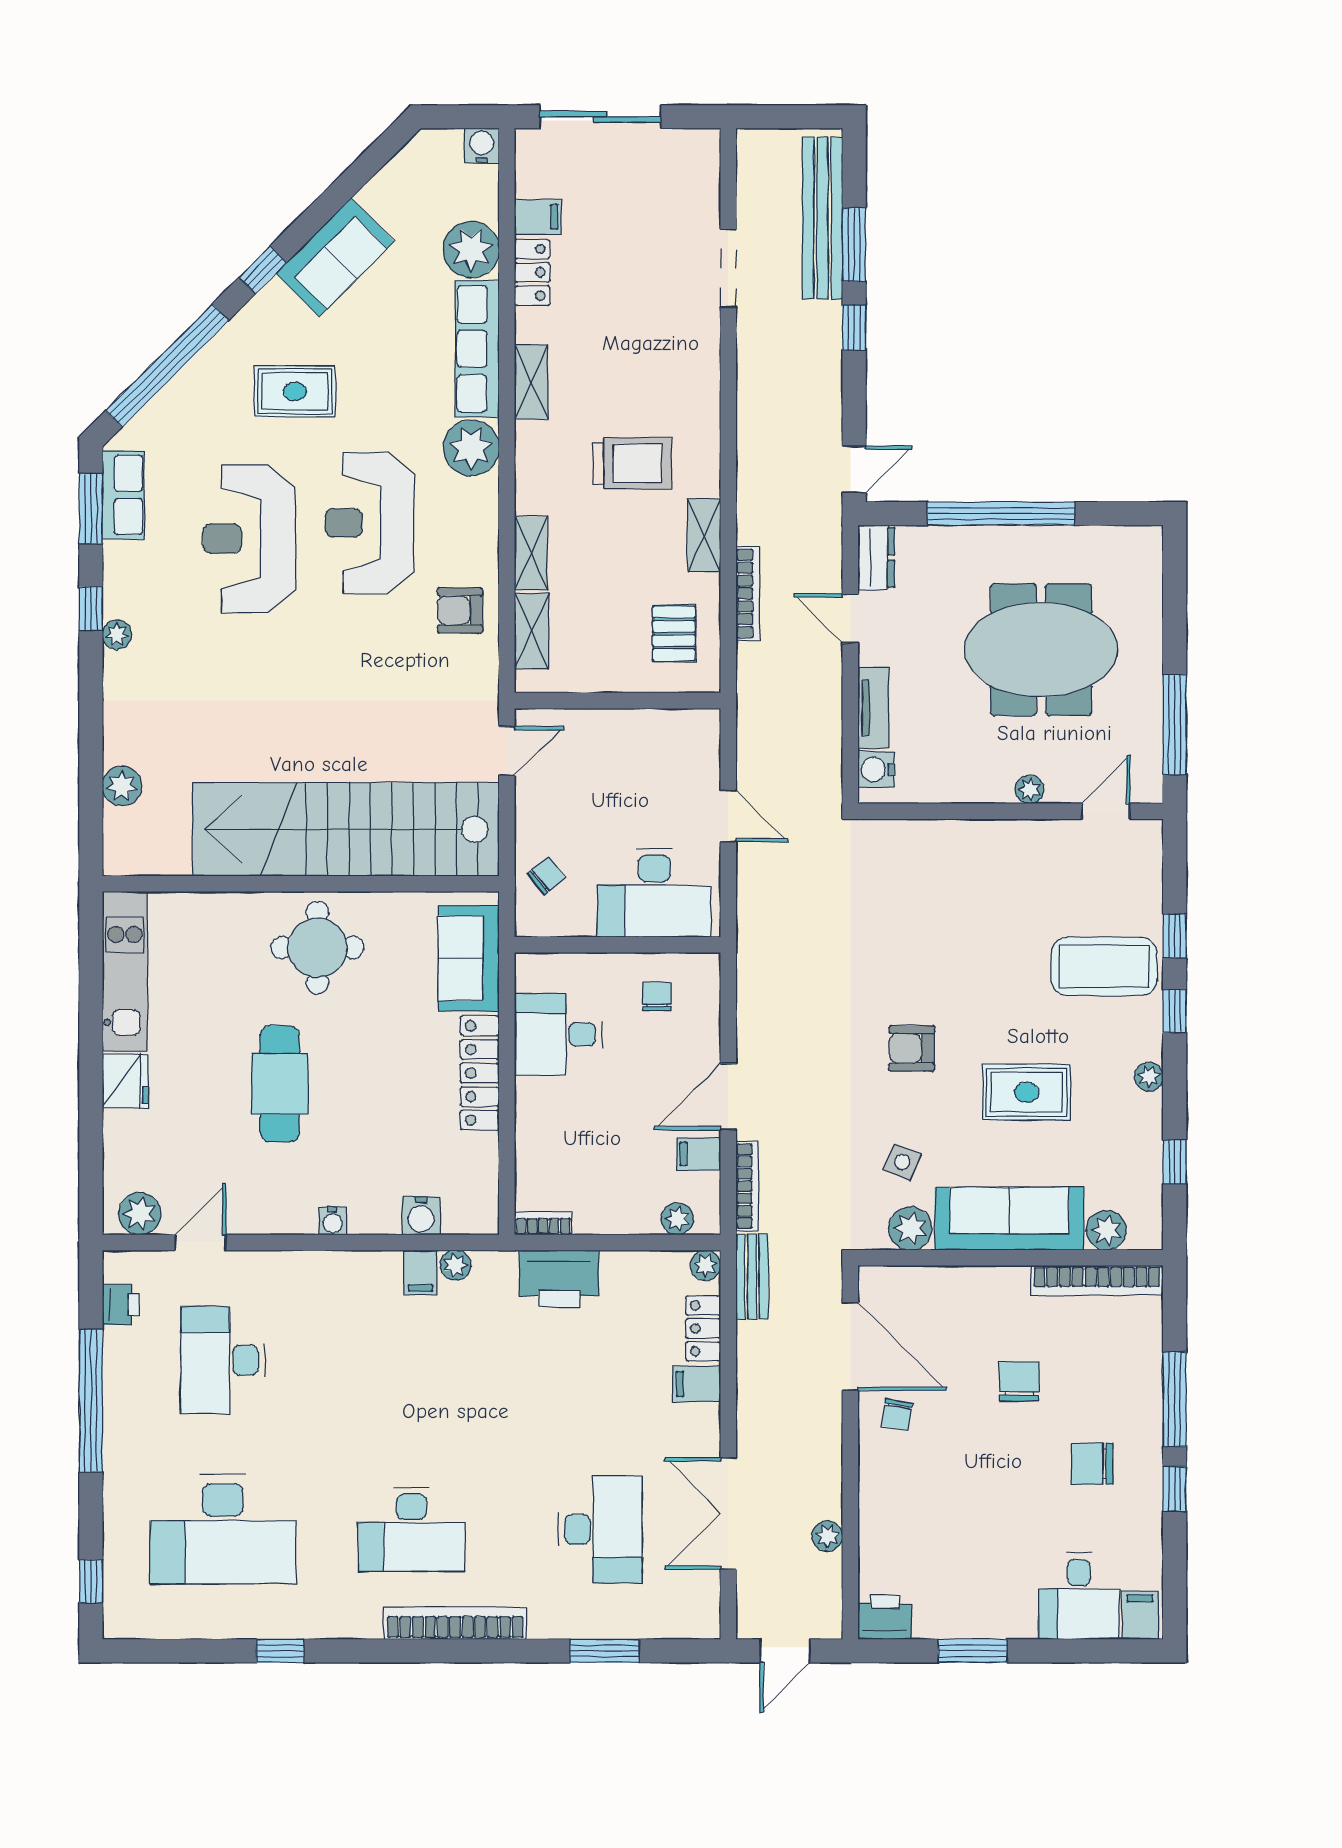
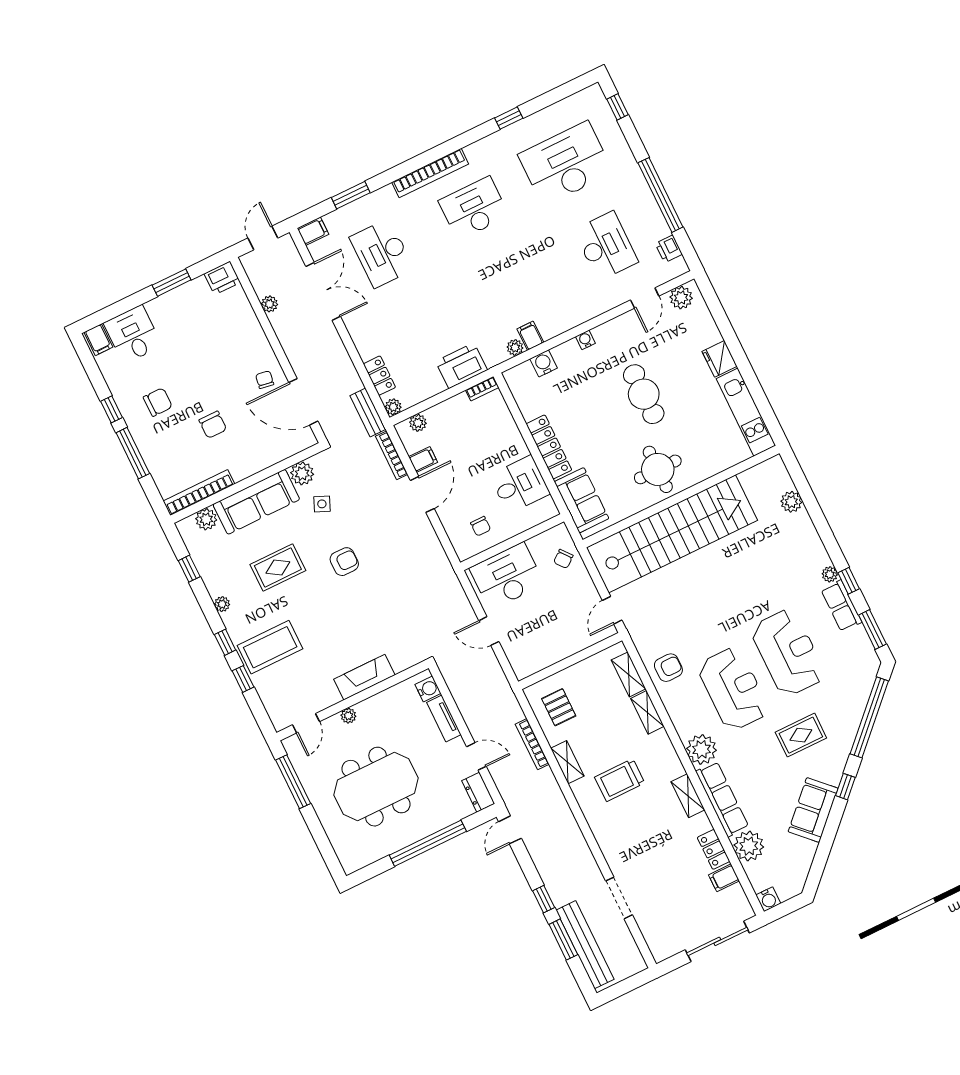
row of seats: (123, 495) -> (841, 606), moved
fireplace: (972, 841) -> (364, 677), added
filing cabinet: (697, 1384) -> (313, 231), moved

